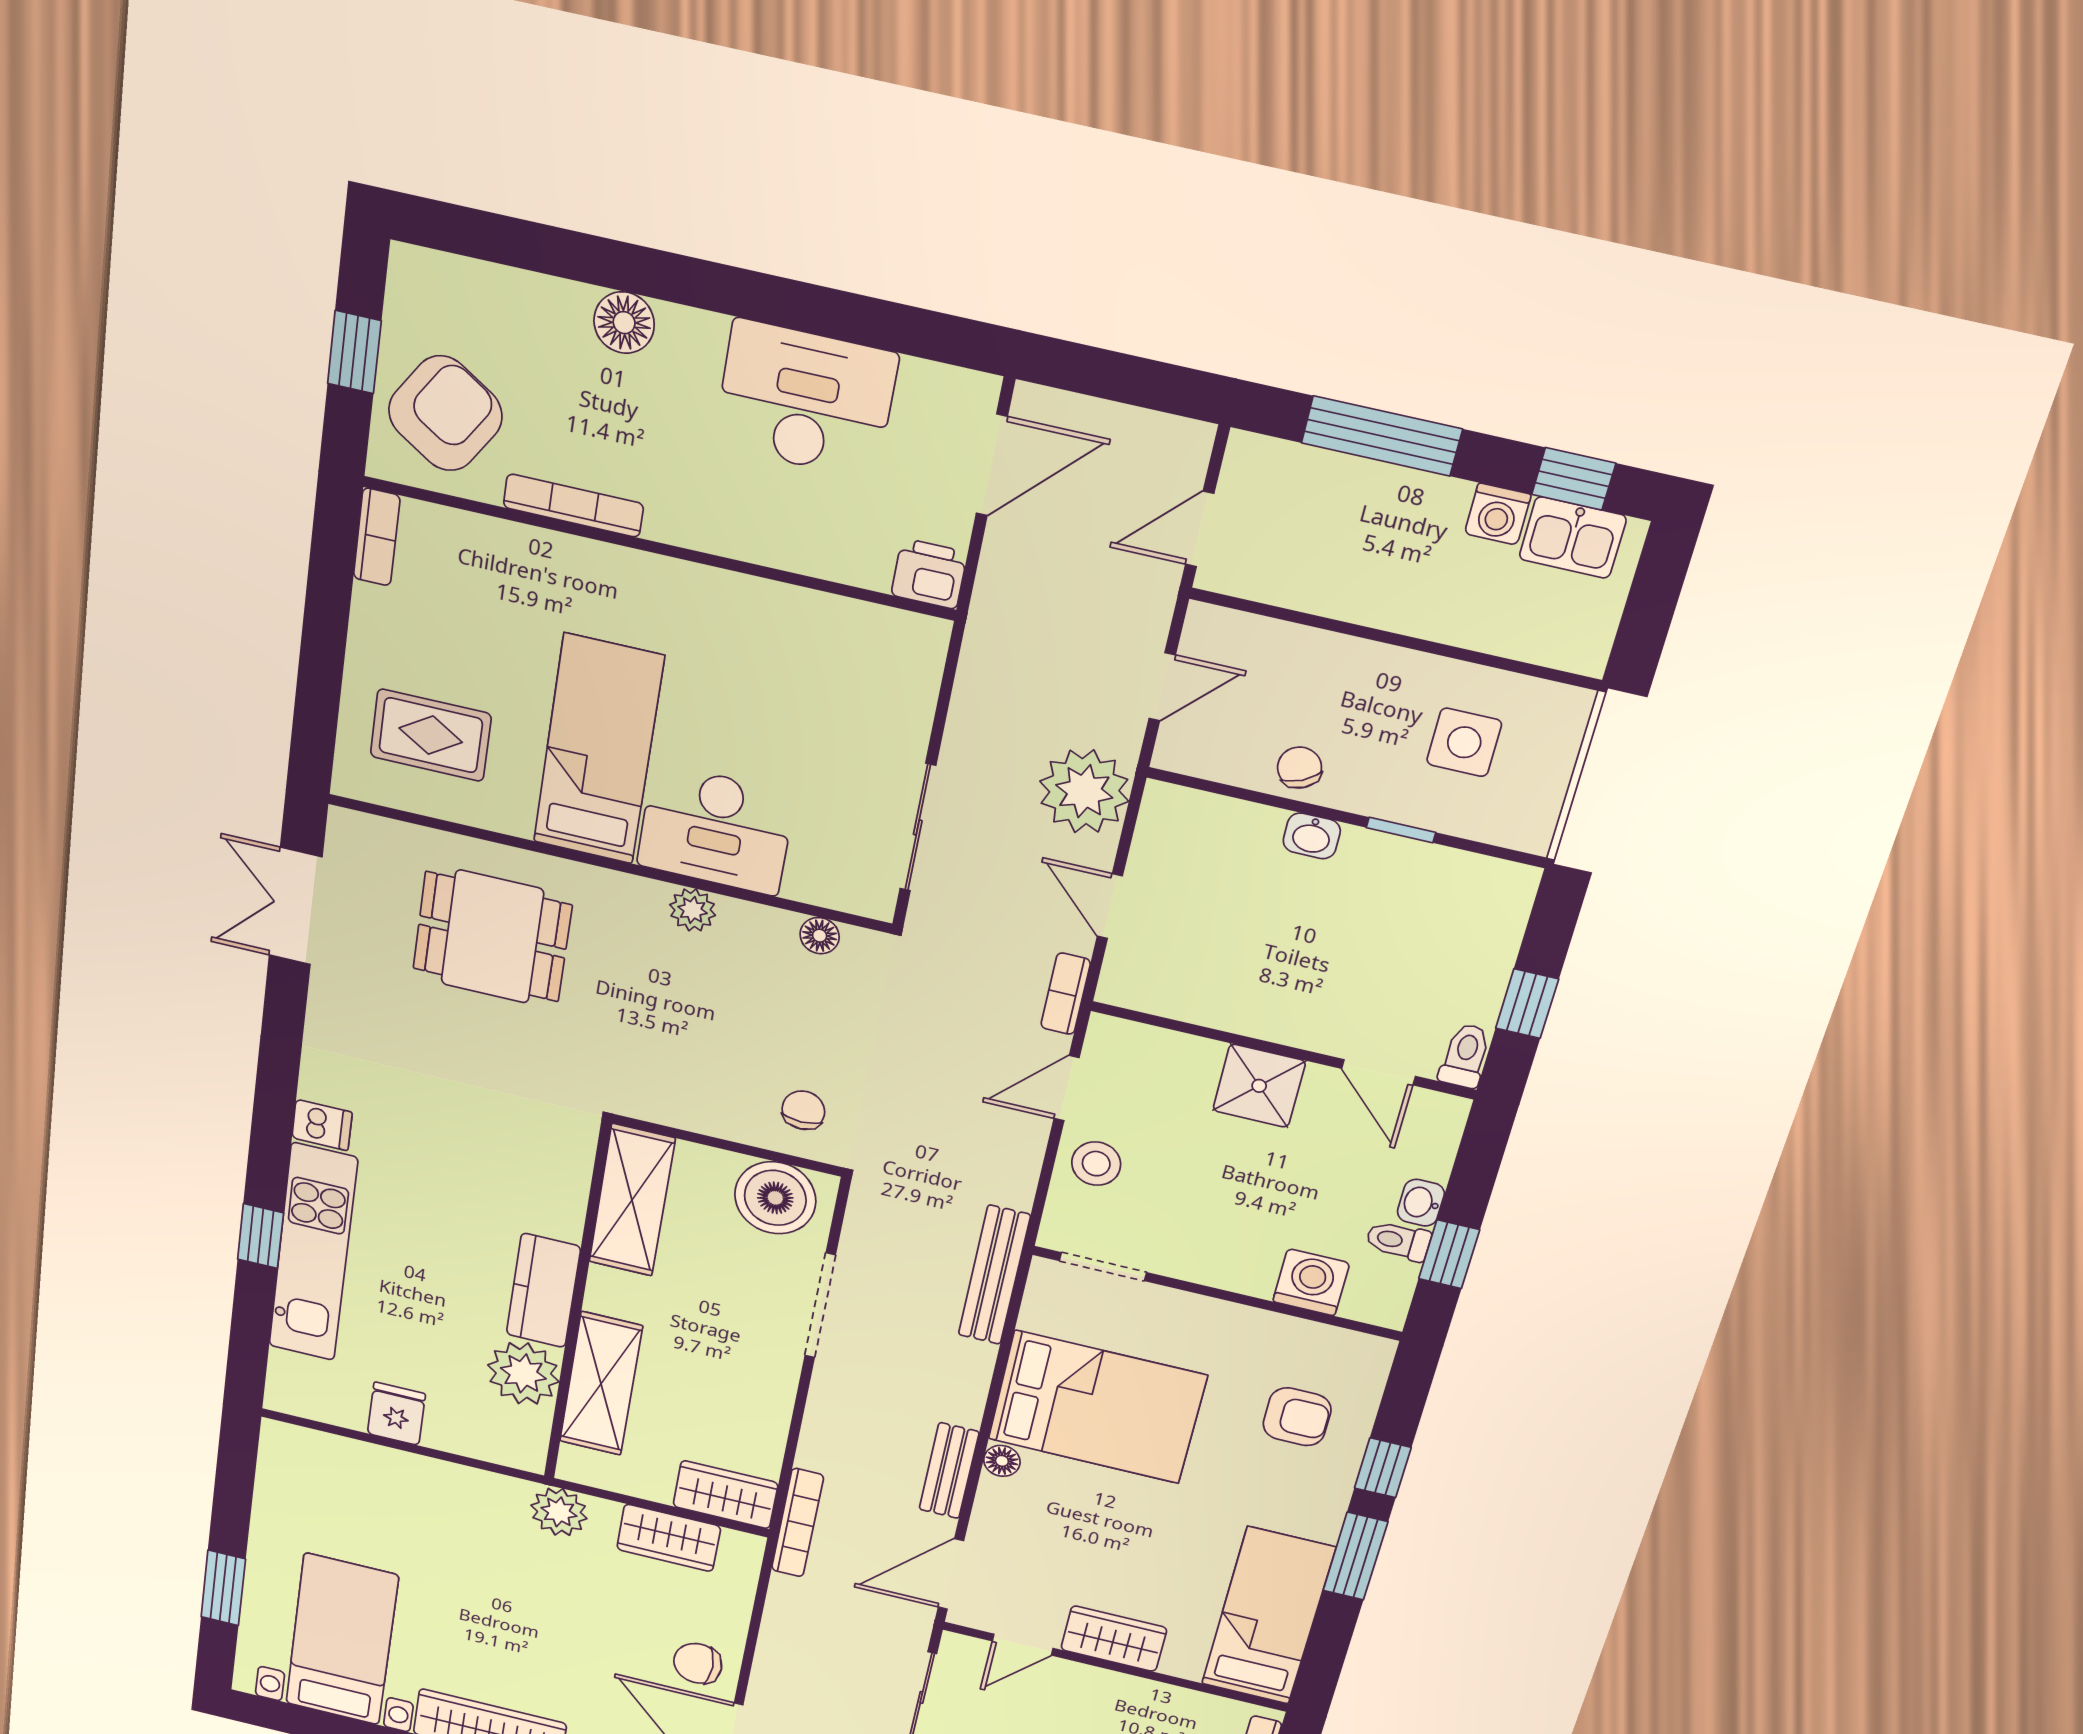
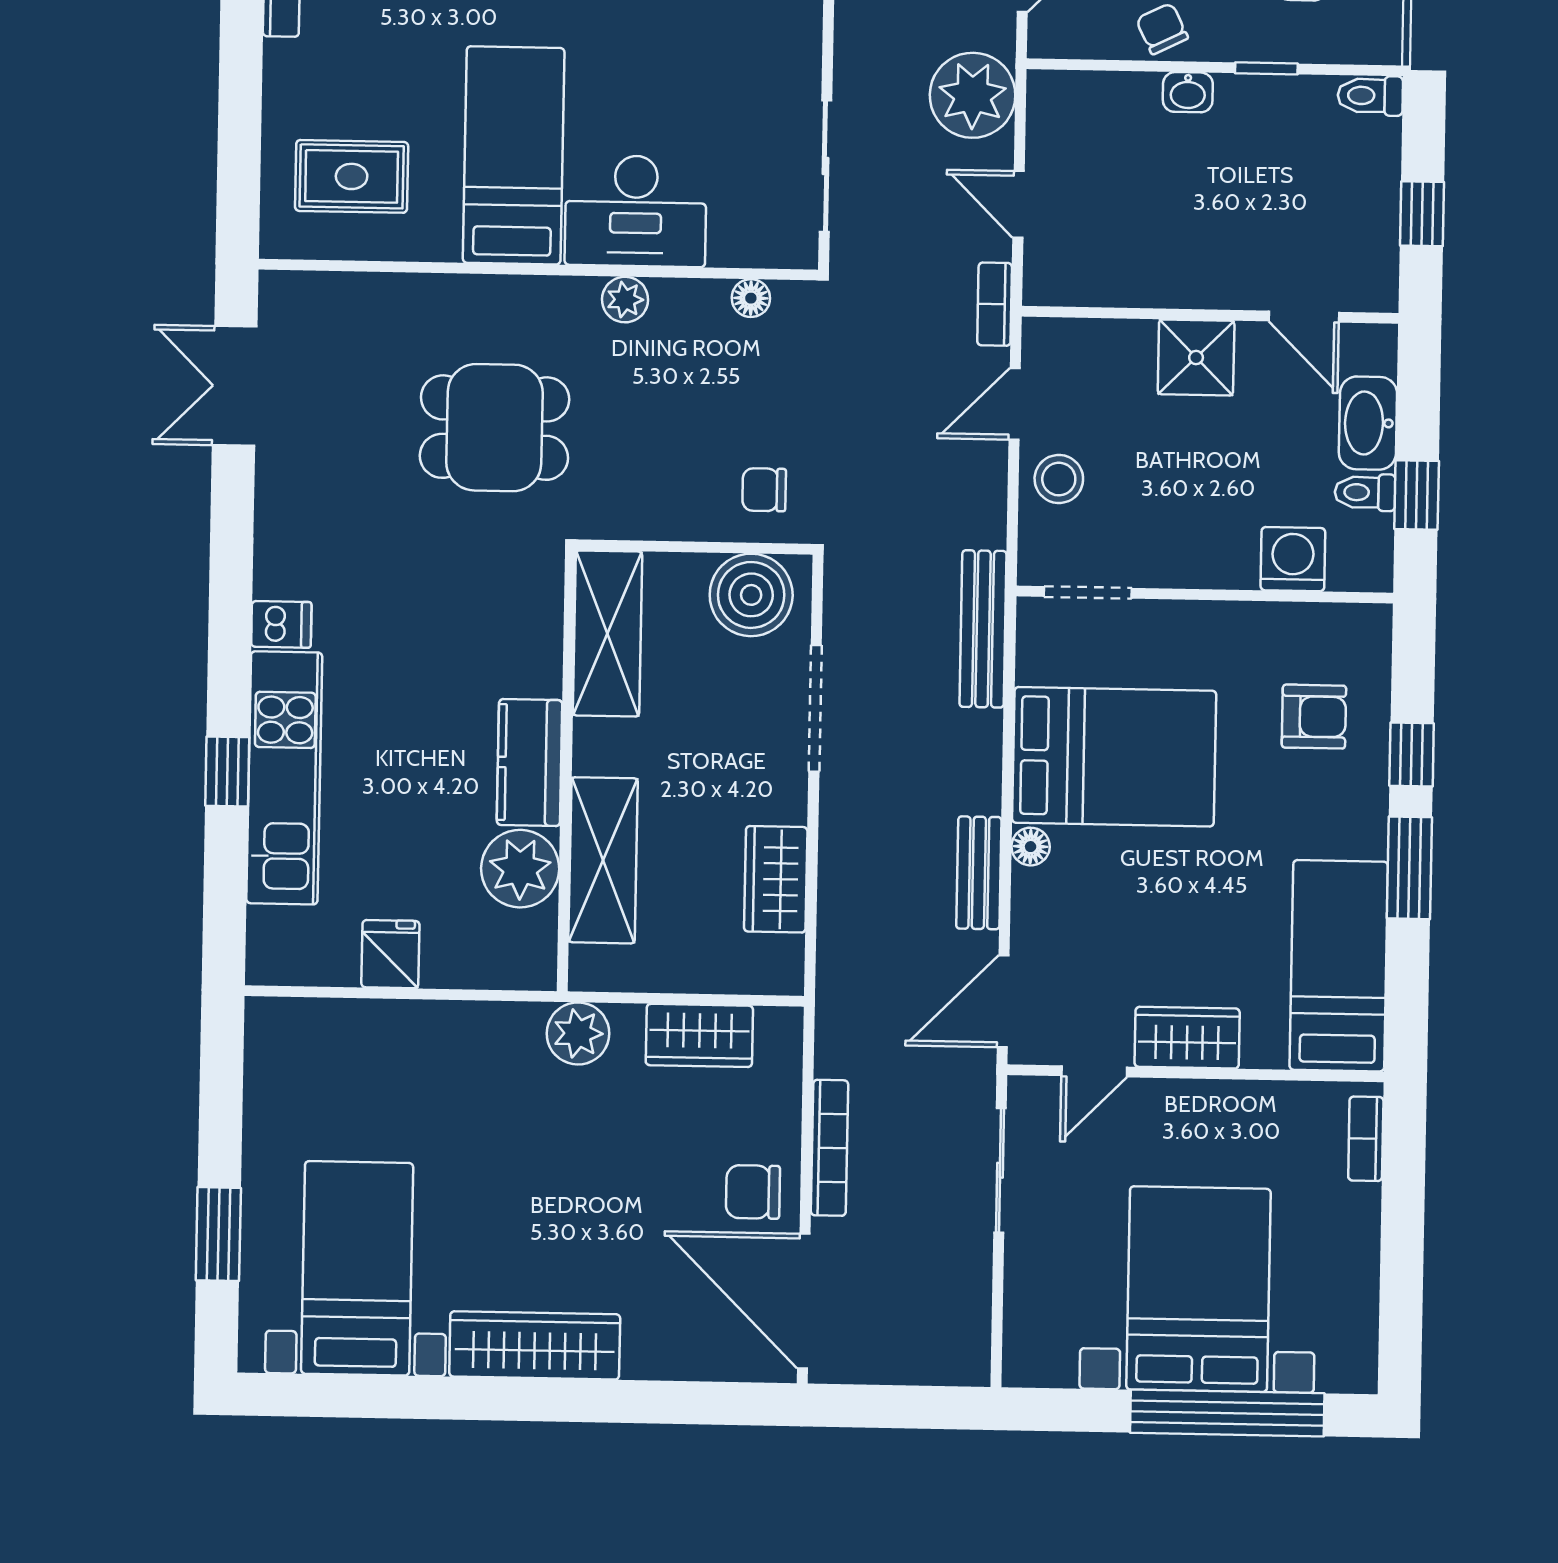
dining table: (492, 937) -> (494, 428), moved
toilet: (1465, 1056) -> (1370, 96), moved, turned -90
chair: (803, 1110) -> (764, 490), turned -90
washbasin: (1421, 1203) -> (1368, 423), width x1.91, depth x1.45
wardrobe: (726, 1495) -> (776, 879), moved, turned -90
bookcase: (798, 1523) -> (829, 1148), moved

